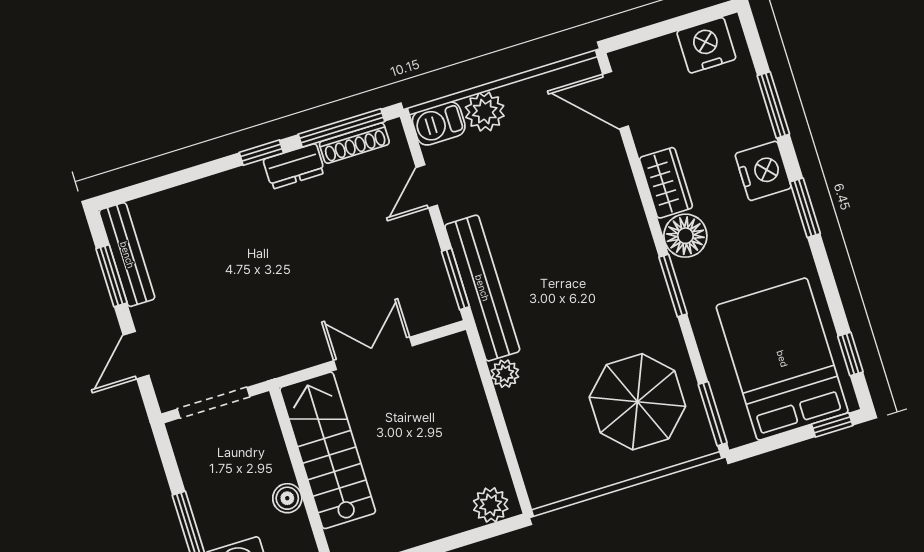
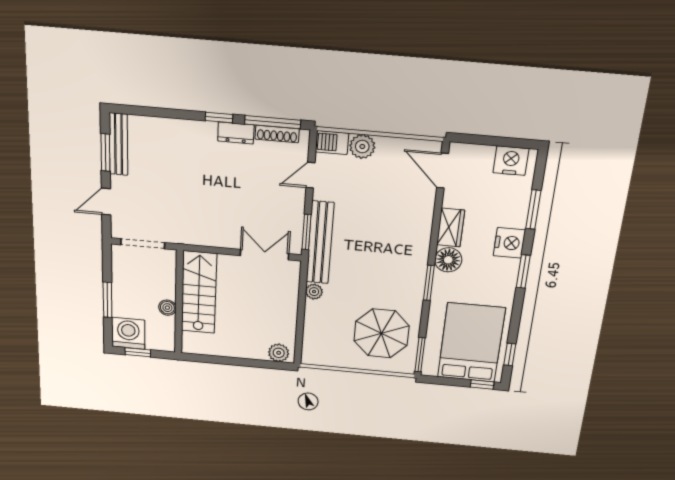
double door: (373, 353) -> (265, 255), moved

